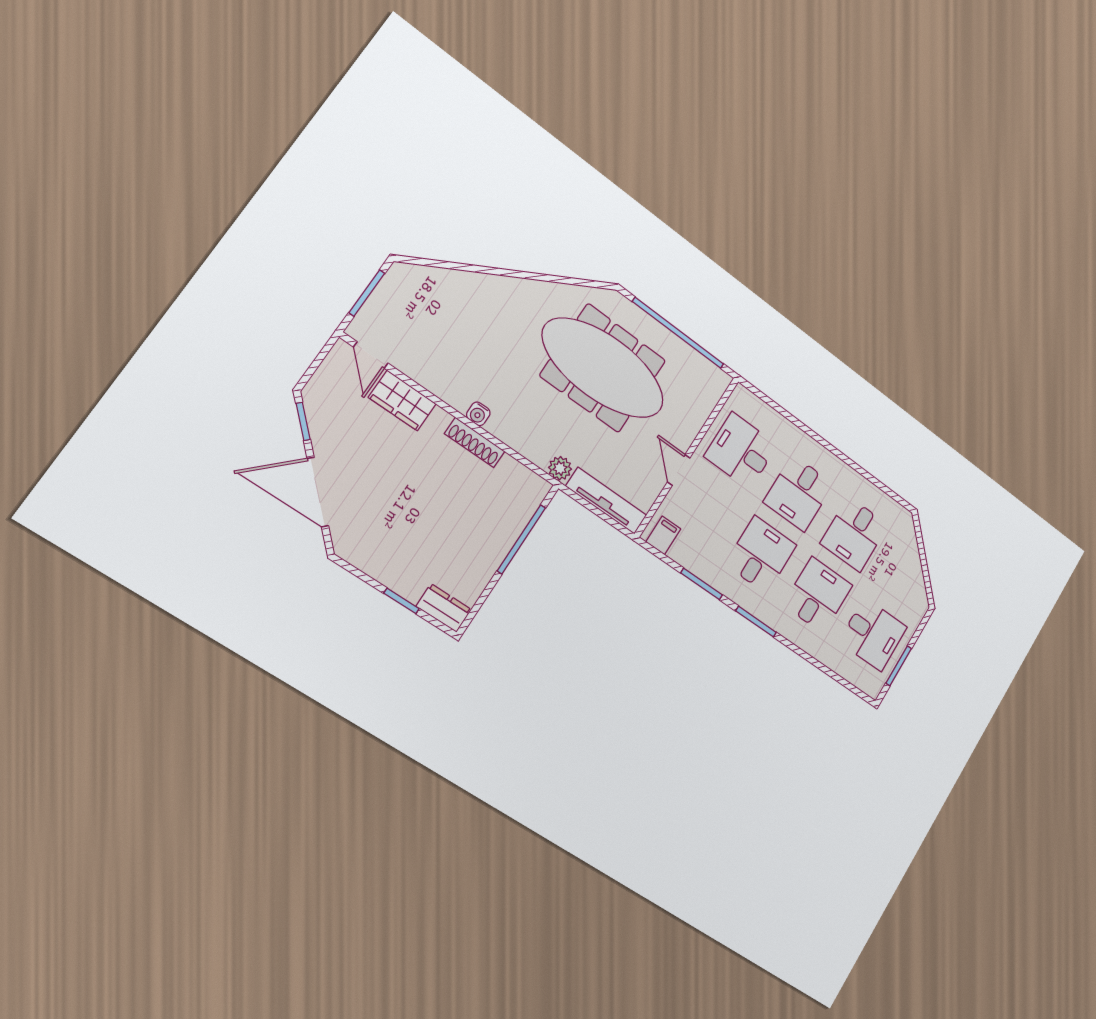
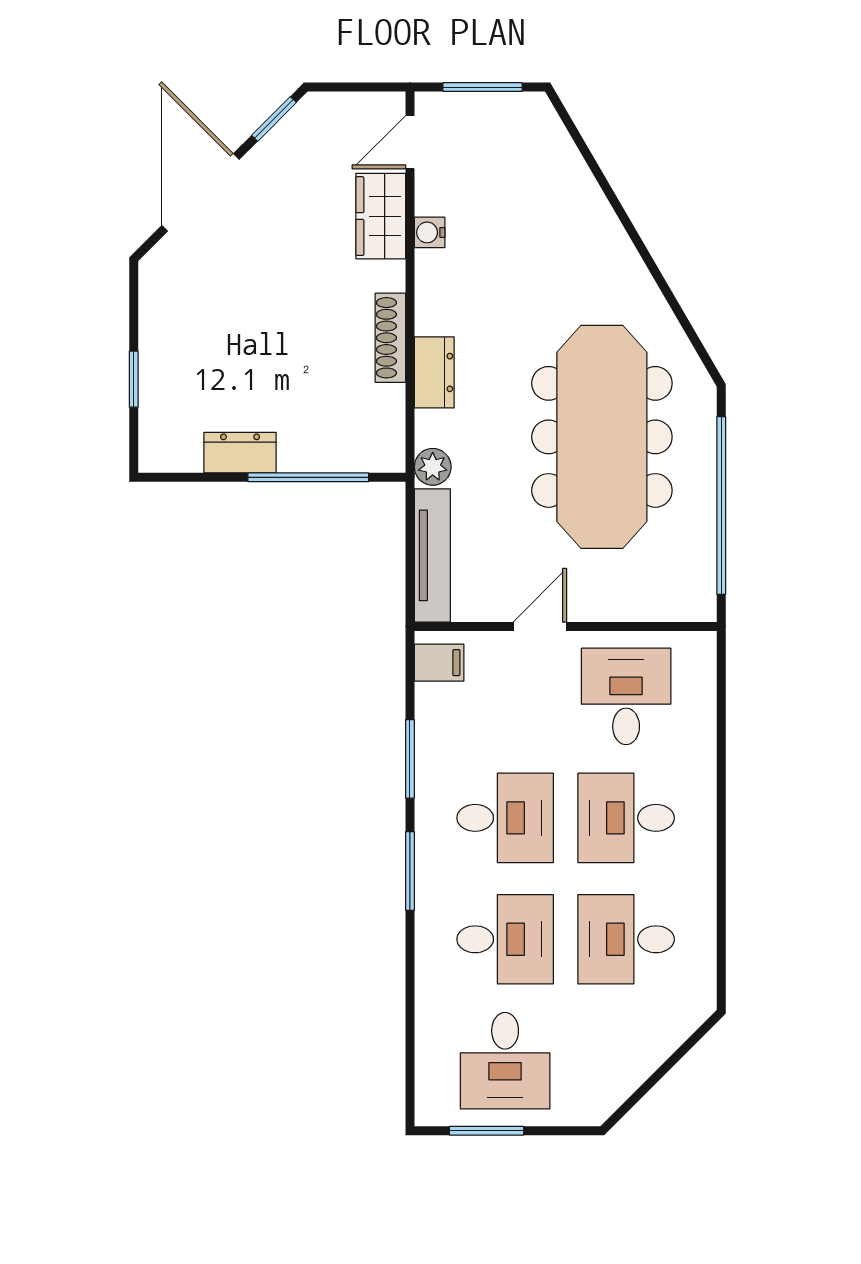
water cooler: (478, 414) -> (430, 232), moved
dresser: (510, 432) -> (434, 372), added
dresser: (444, 608) -> (240, 453), moved, turned -90

